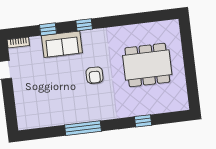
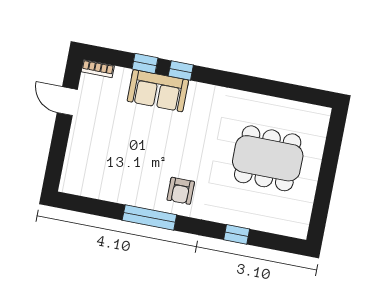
window: (84, 25) -> (181, 70), moved
armchair: (95, 75) -> (181, 191), moved

